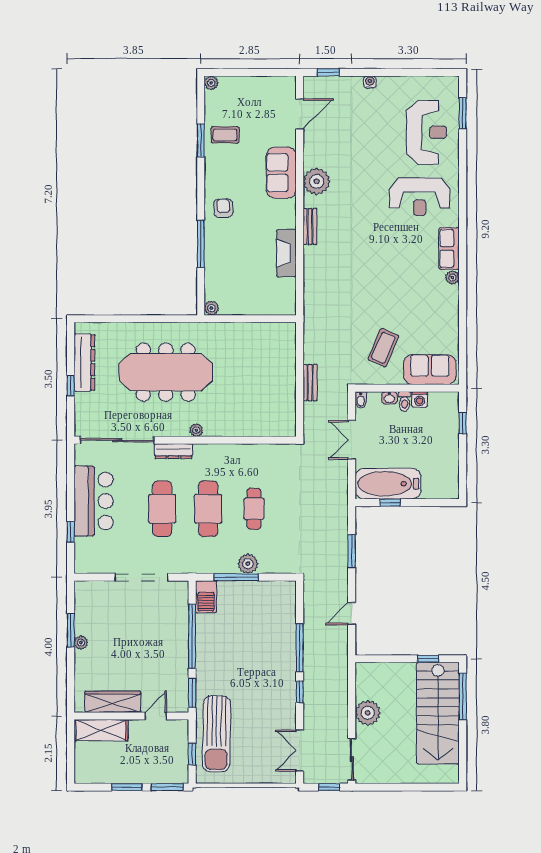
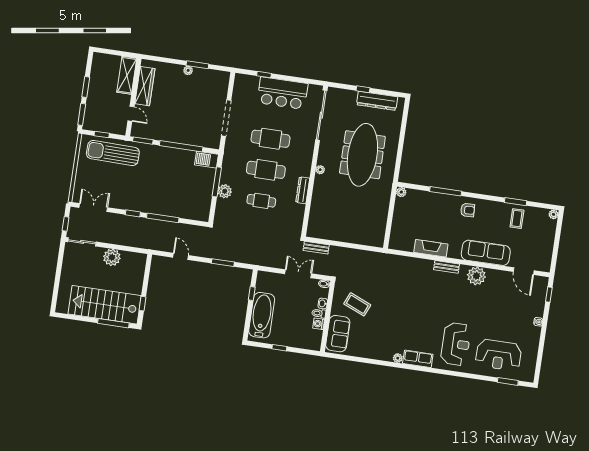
sofa: (281, 173) -> (486, 253), width x1.36
reception desk: (420, 197) -> (456, 344), turned 180
bench: (310, 383) -> (316, 248), moved
window: (463, 423) -> (279, 348), moved
dresser: (173, 451) -> (303, 190), moved
bathtub: (388, 484) -> (262, 315), moved

